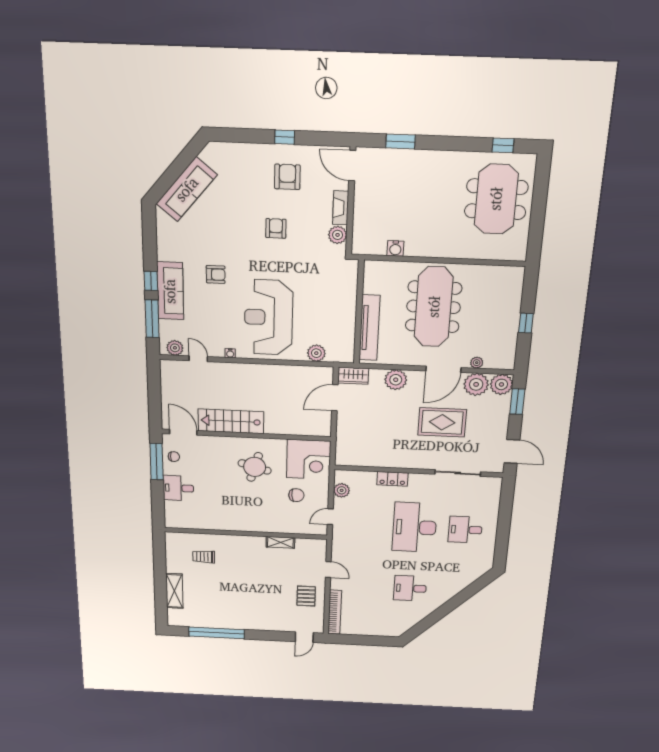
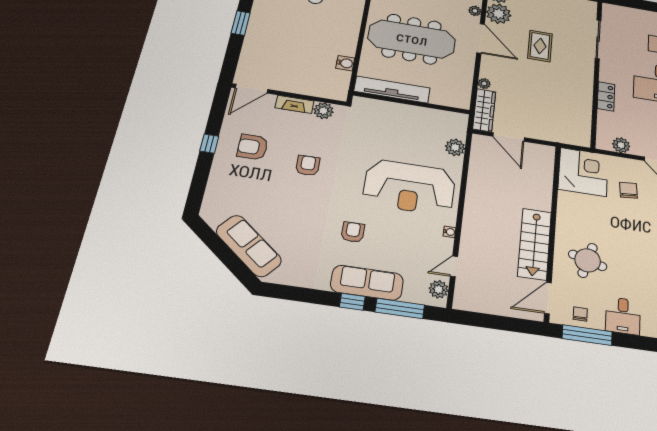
window: (401, 141) -> (241, 23), moved
armchair: (276, 228) -> (308, 166), turned 89
tv unit: (369, 328) -> (392, 90), moved
wardrobe: (353, 376) -> (484, 110), width x1.50
plant: (396, 380) -> (484, 84), width x0.53, depth x0.53
rug: (442, 422) -> (540, 46), width x0.73, depth x0.70
round table: (255, 467) -> (588, 260), moved

